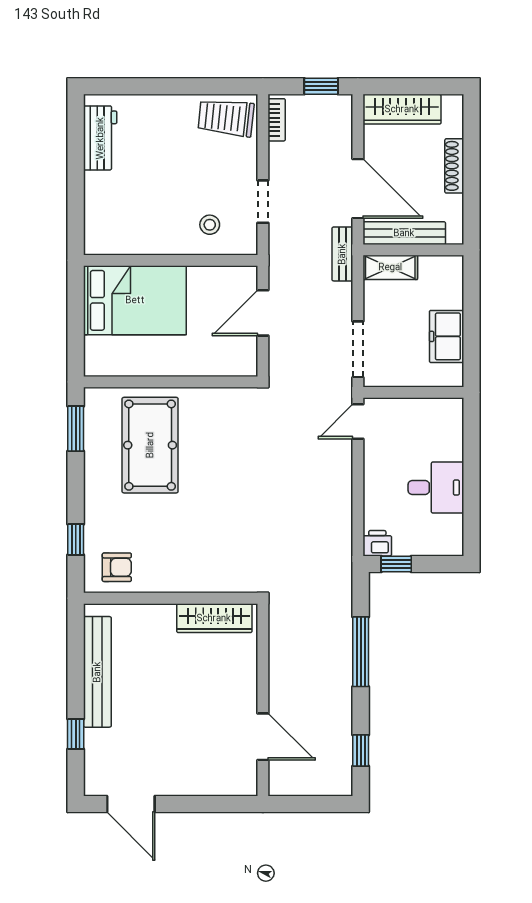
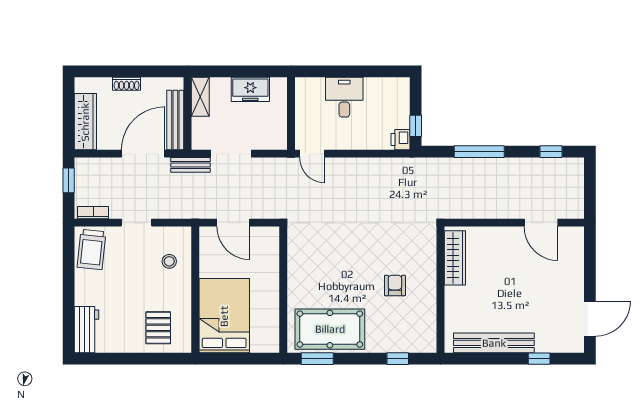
workbench: (100, 138) -> (87, 330), moved, turned 90
shoe rack: (454, 166) -> (127, 84), width x0.70
doorway: (263, 202) -> (137, 223), moved
pallet: (118, 210) -> (158, 328), added
shelving: (390, 267) -> (200, 97), moved
doorway: (358, 349) -> (231, 154), moved
pool table: (150, 445) -> (330, 329), moved
desk: (436, 488) -> (344, 97), moved
armchair: (117, 567) -> (395, 285), moved
door: (263, 737) -> (541, 223), swing flipped

